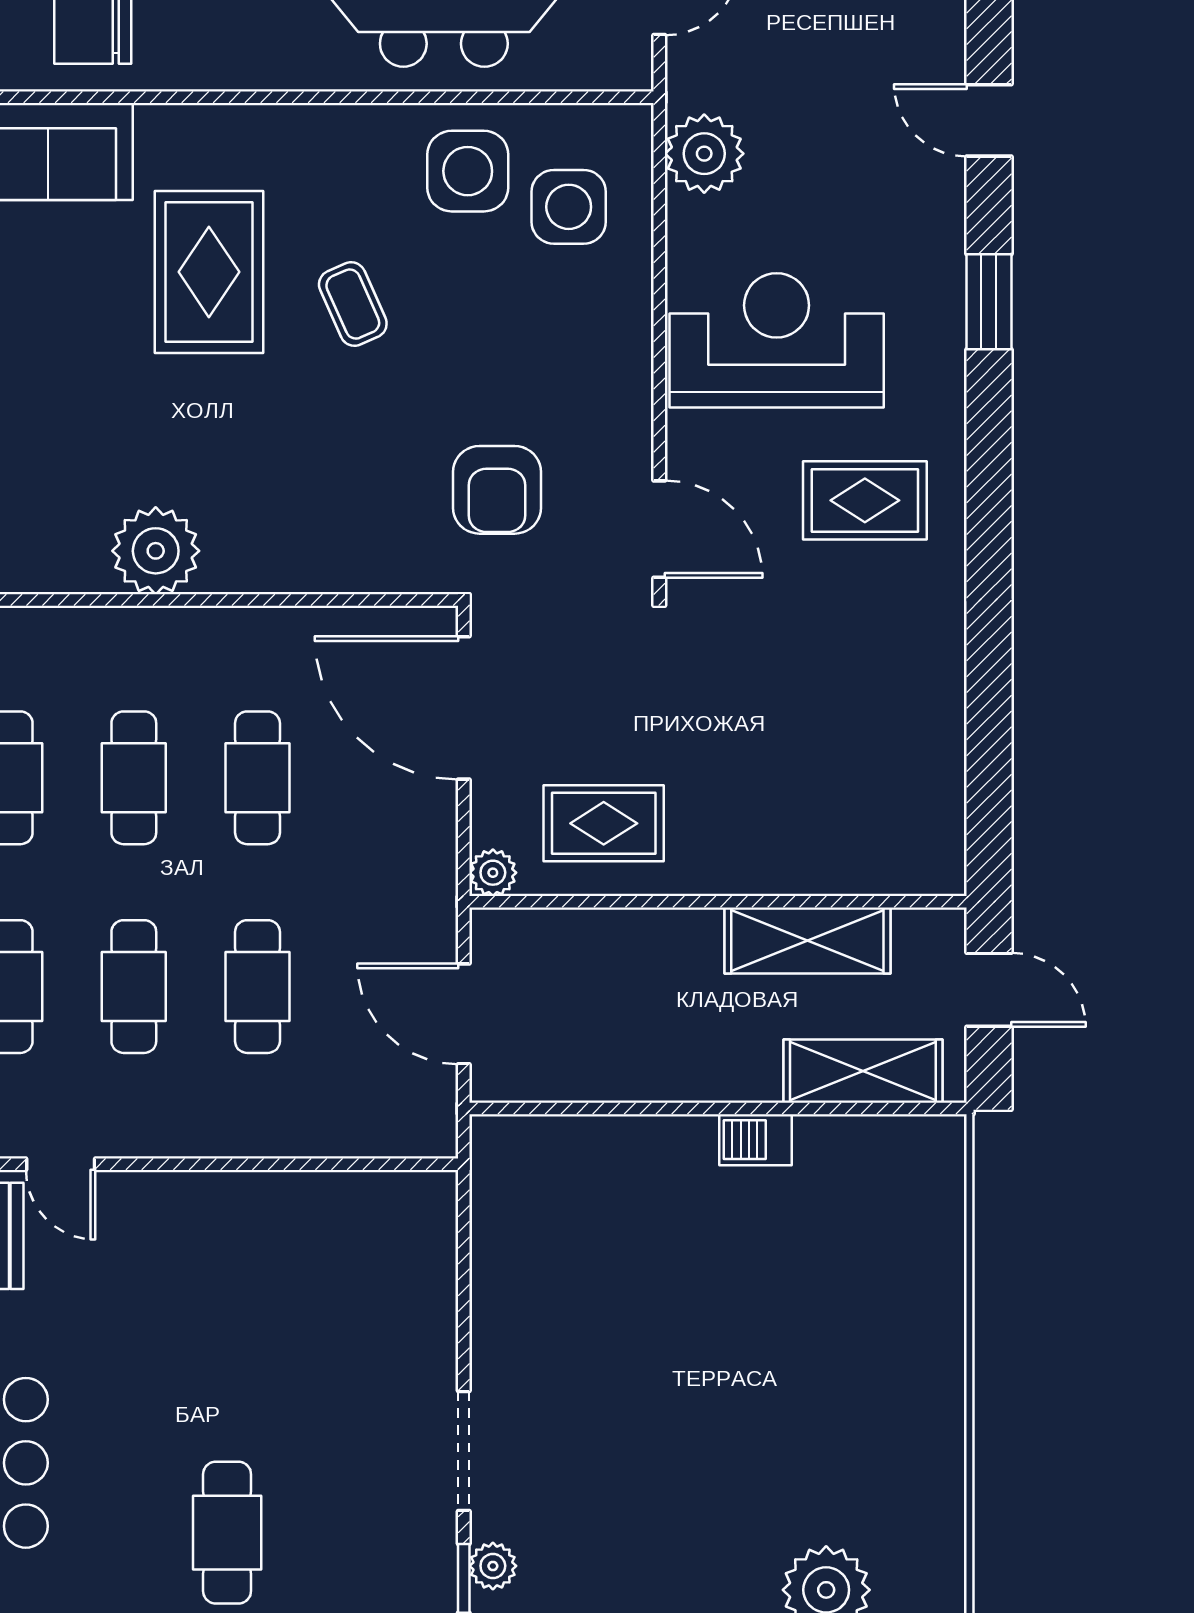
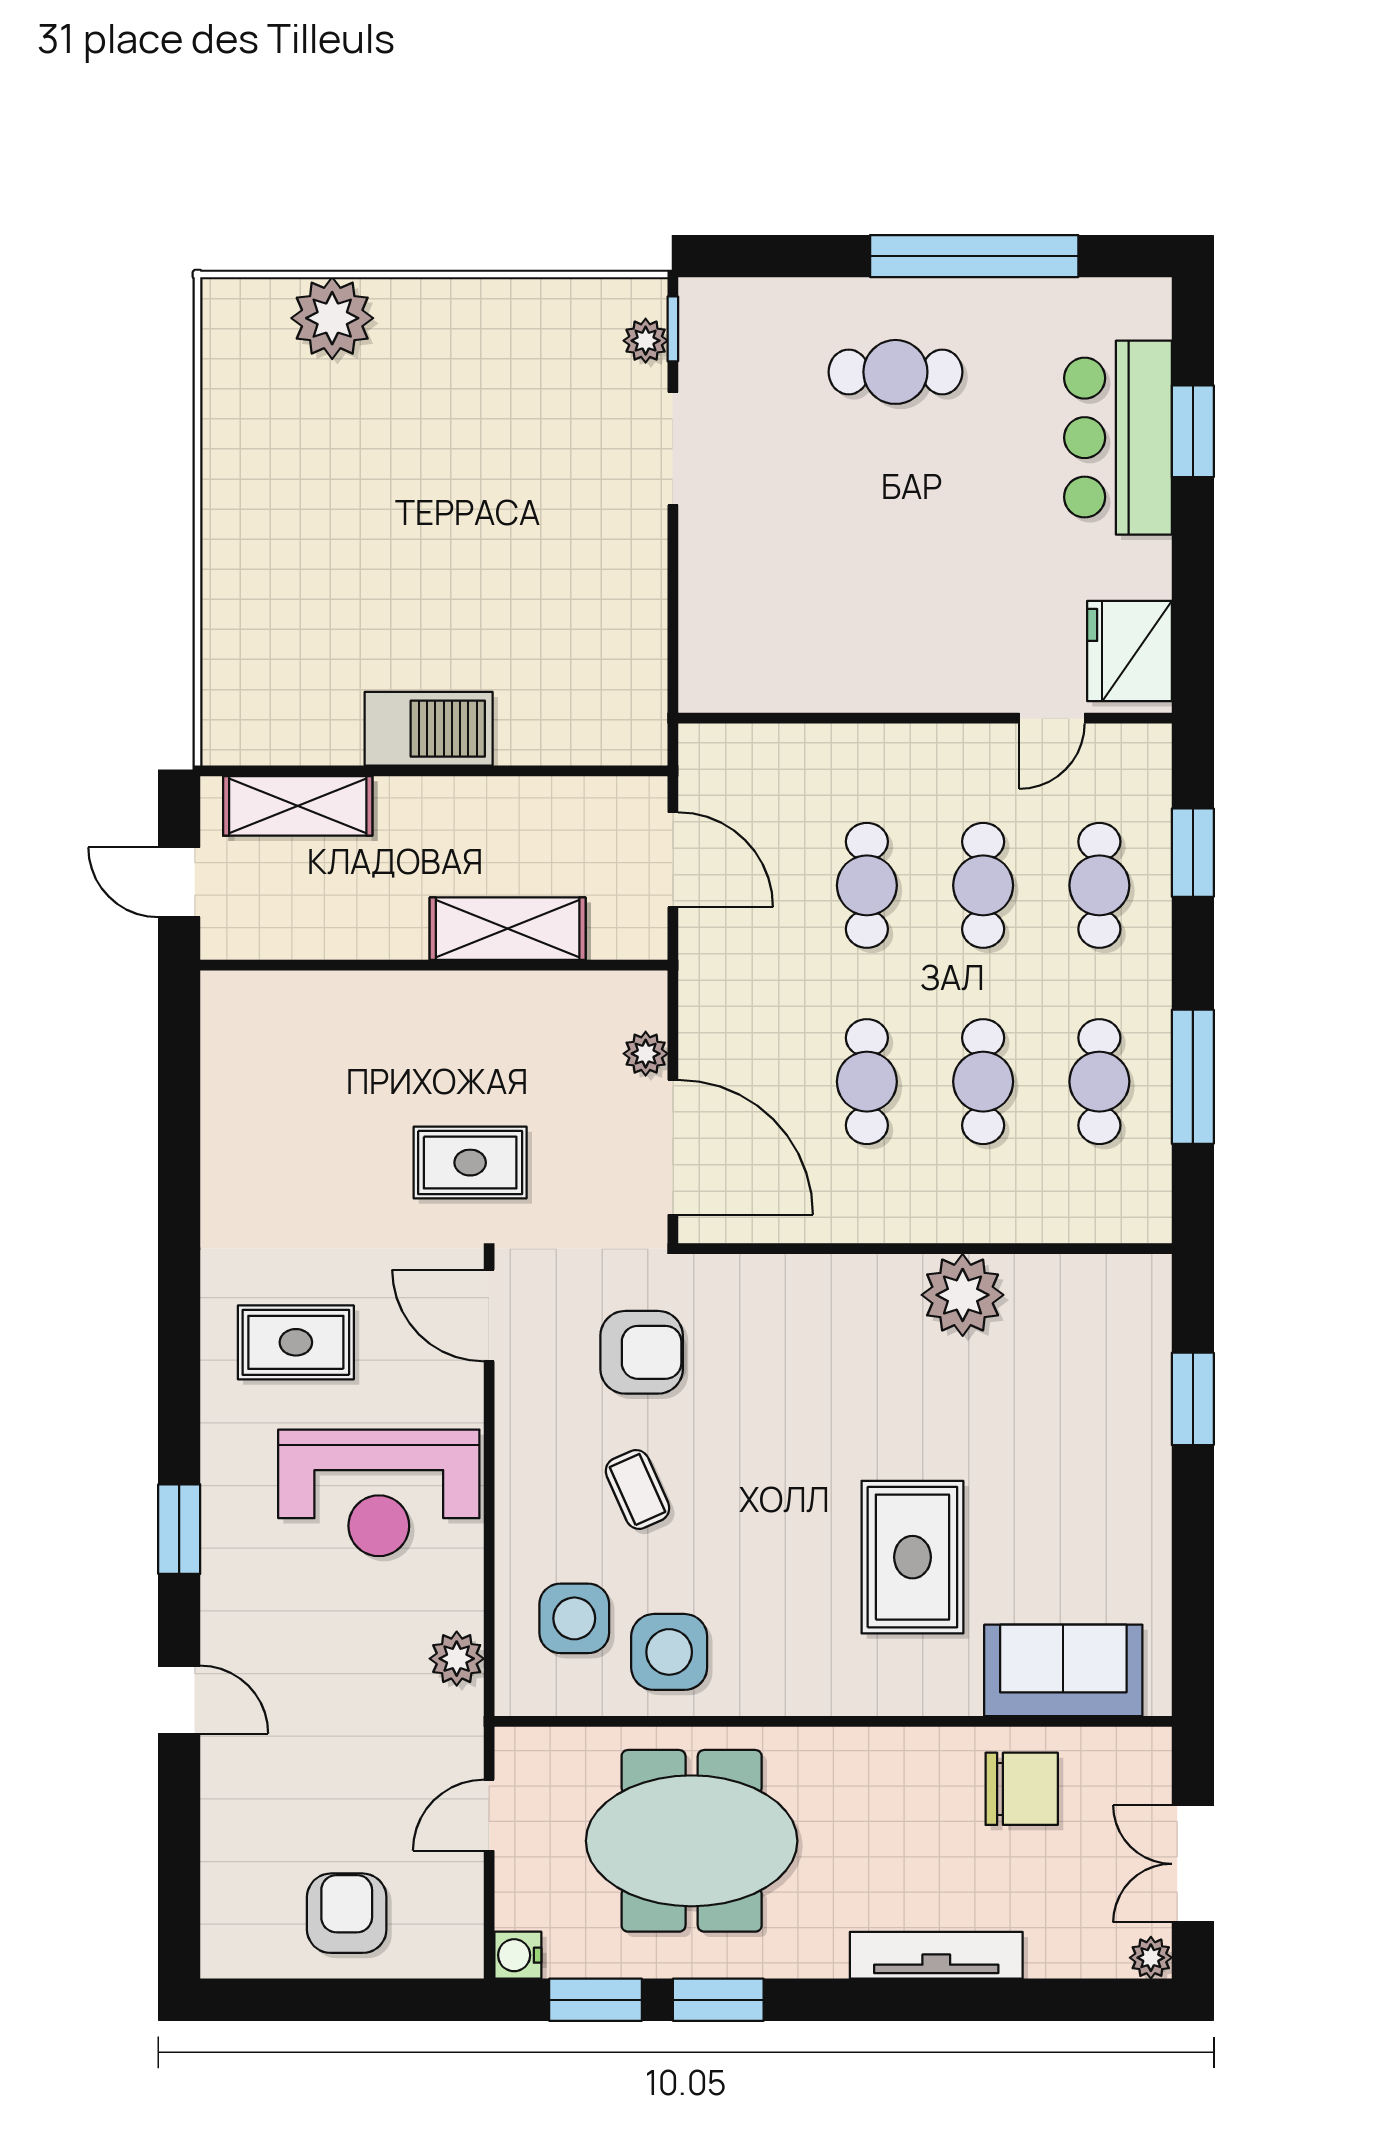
plant: (704, 154) -> (457, 1659), width x0.73, depth x0.73
coffee table: (353, 304) -> (638, 1489), moved
armchair: (497, 490) -> (642, 1352), turned 90
rug: (604, 823) -> (470, 1163), moved
plant: (493, 873) -> (646, 1054), moved
shelving: (807, 940) -> (508, 929), moved
barbecue: (756, 1140) -> (429, 729), width x1.88, depth x1.53
door: (61, 1164) -> (1052, 718), swing flipped
cafe table: (227, 1533) -> (895, 372), turned 90

